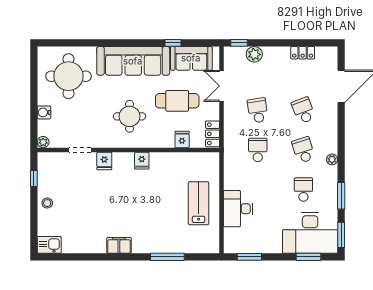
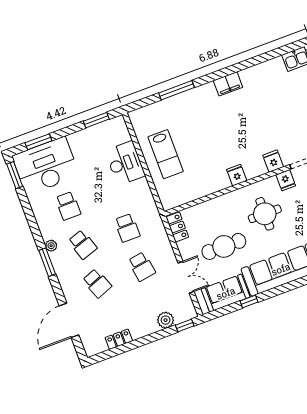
fridge: (182, 139) -> (286, 180), moved
window: (341, 196) -> (47, 262), moved

